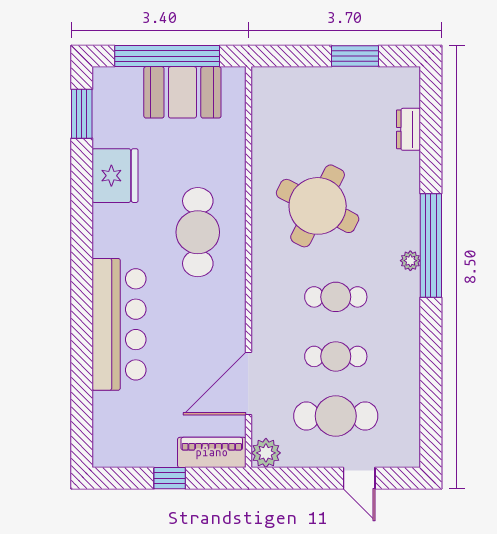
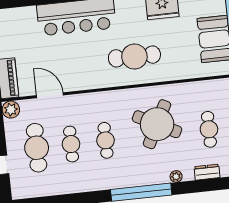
cafe table: (336, 118) -> (209, 129), added
plant: (410, 261) -> (176, 176), moved
door: (248, 384) -> (50, 95), width x0.73

